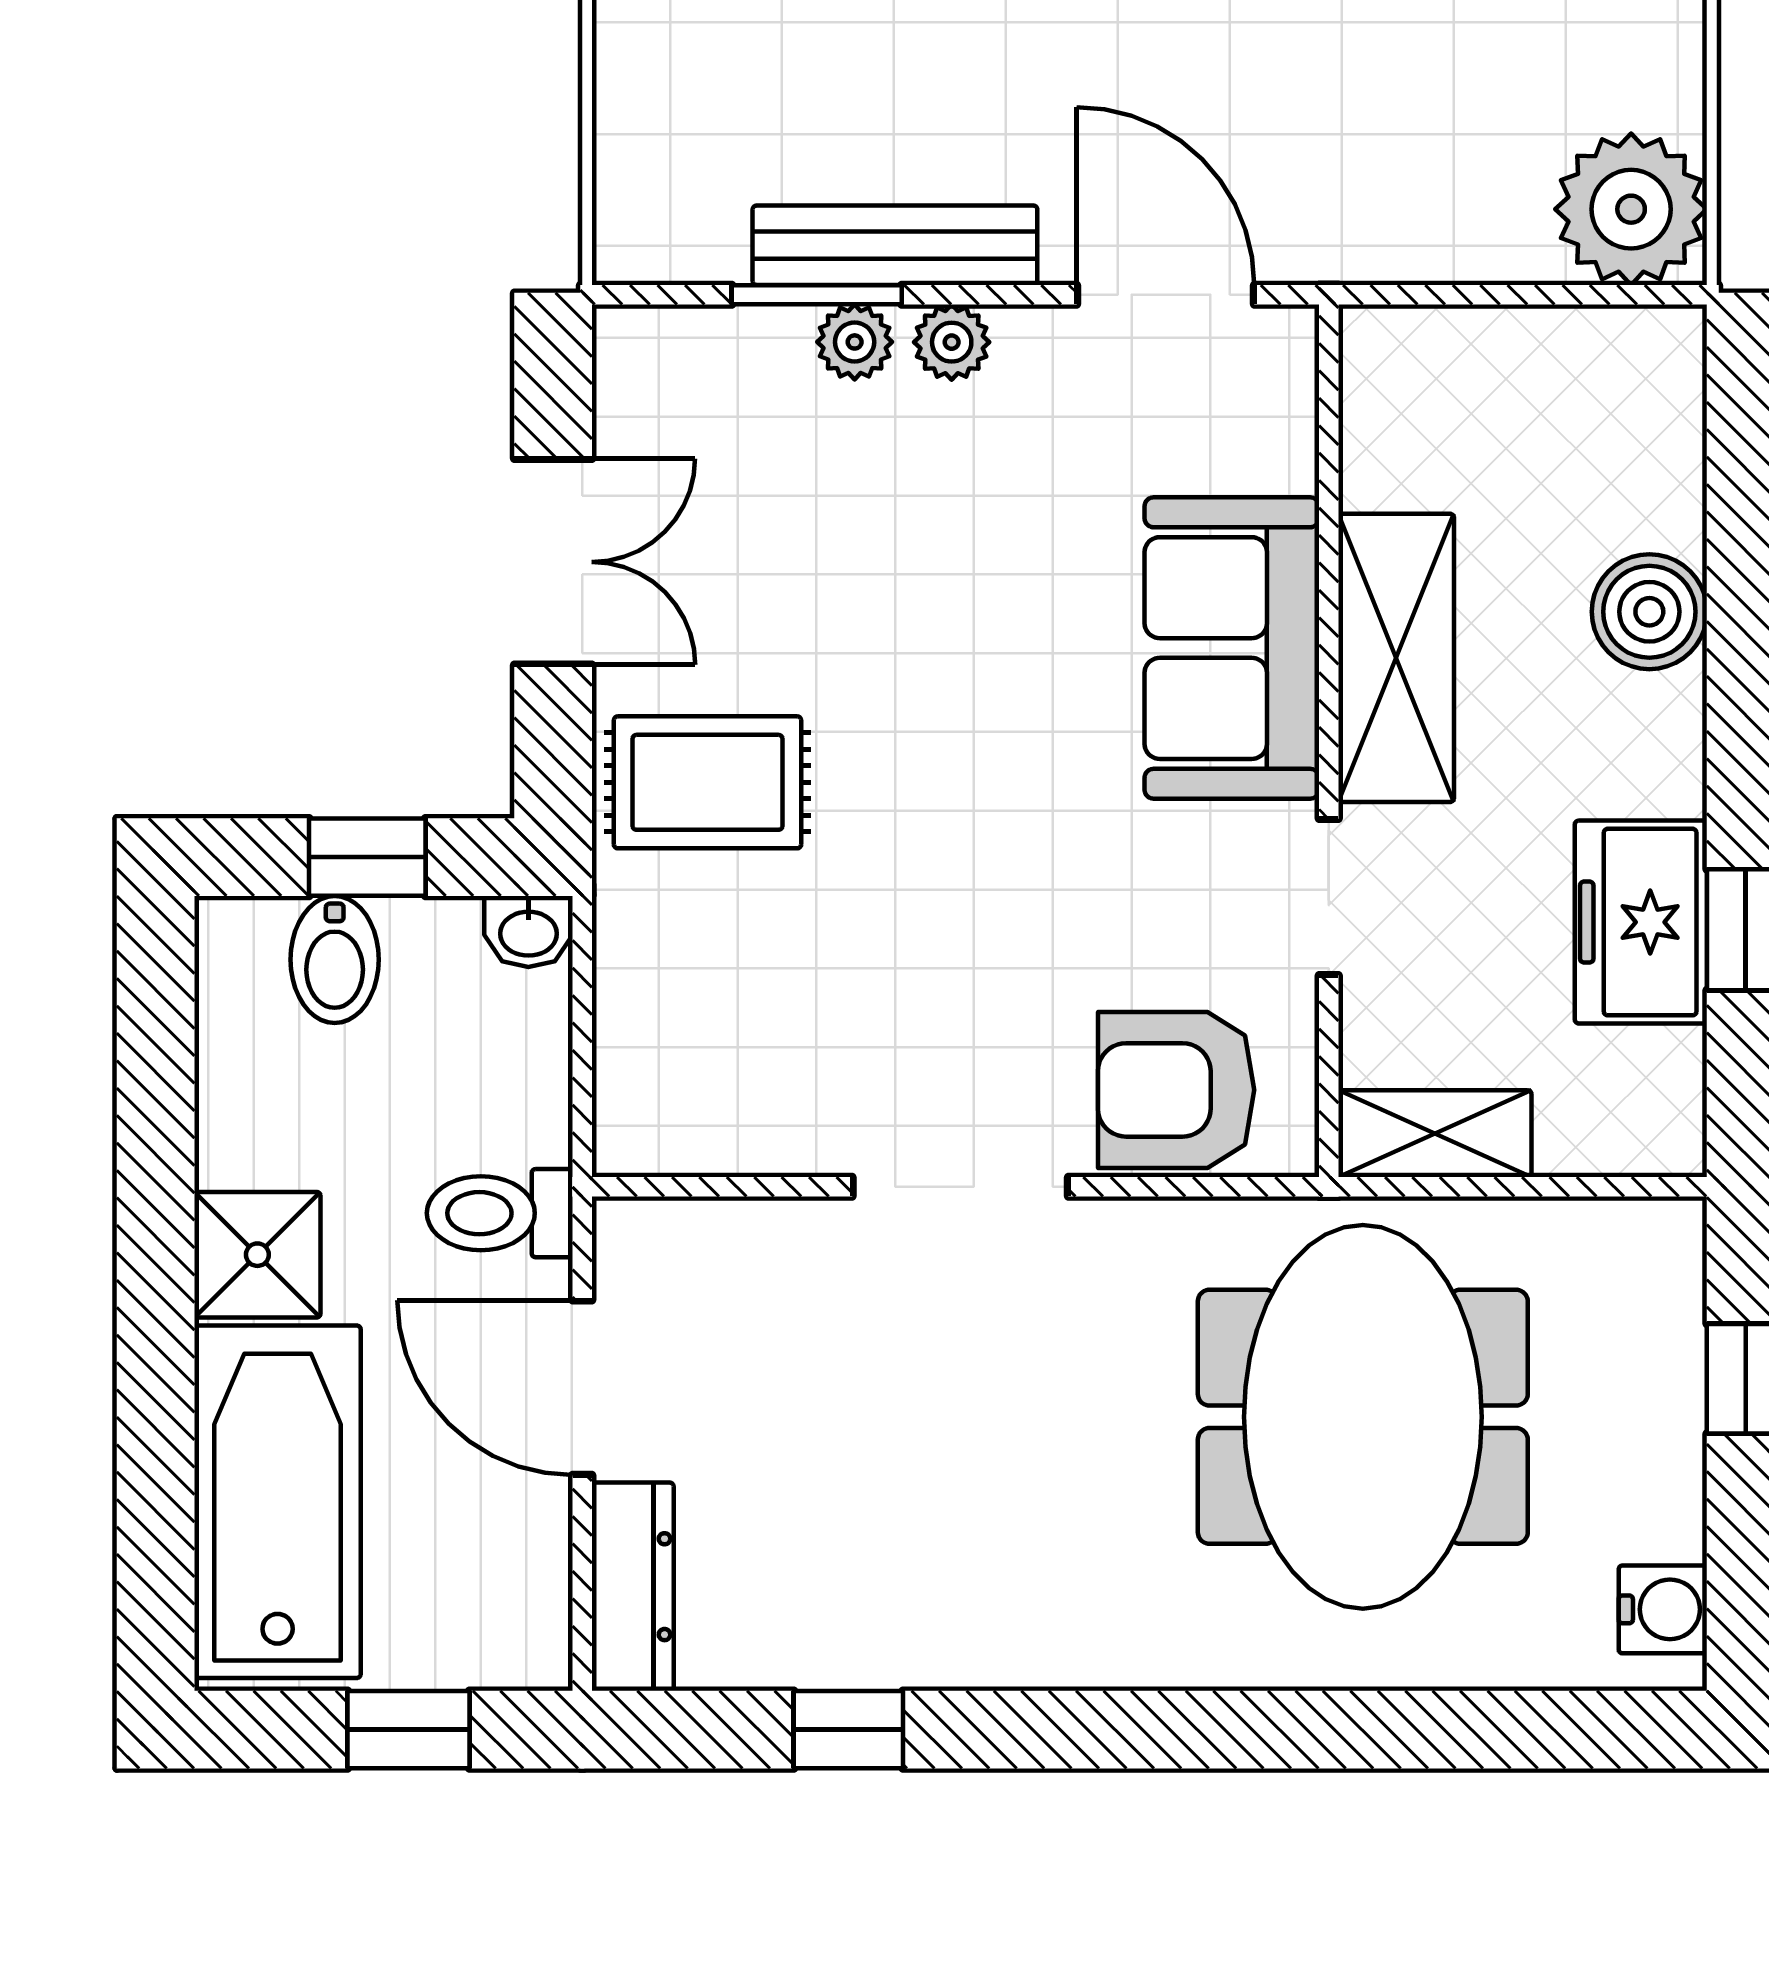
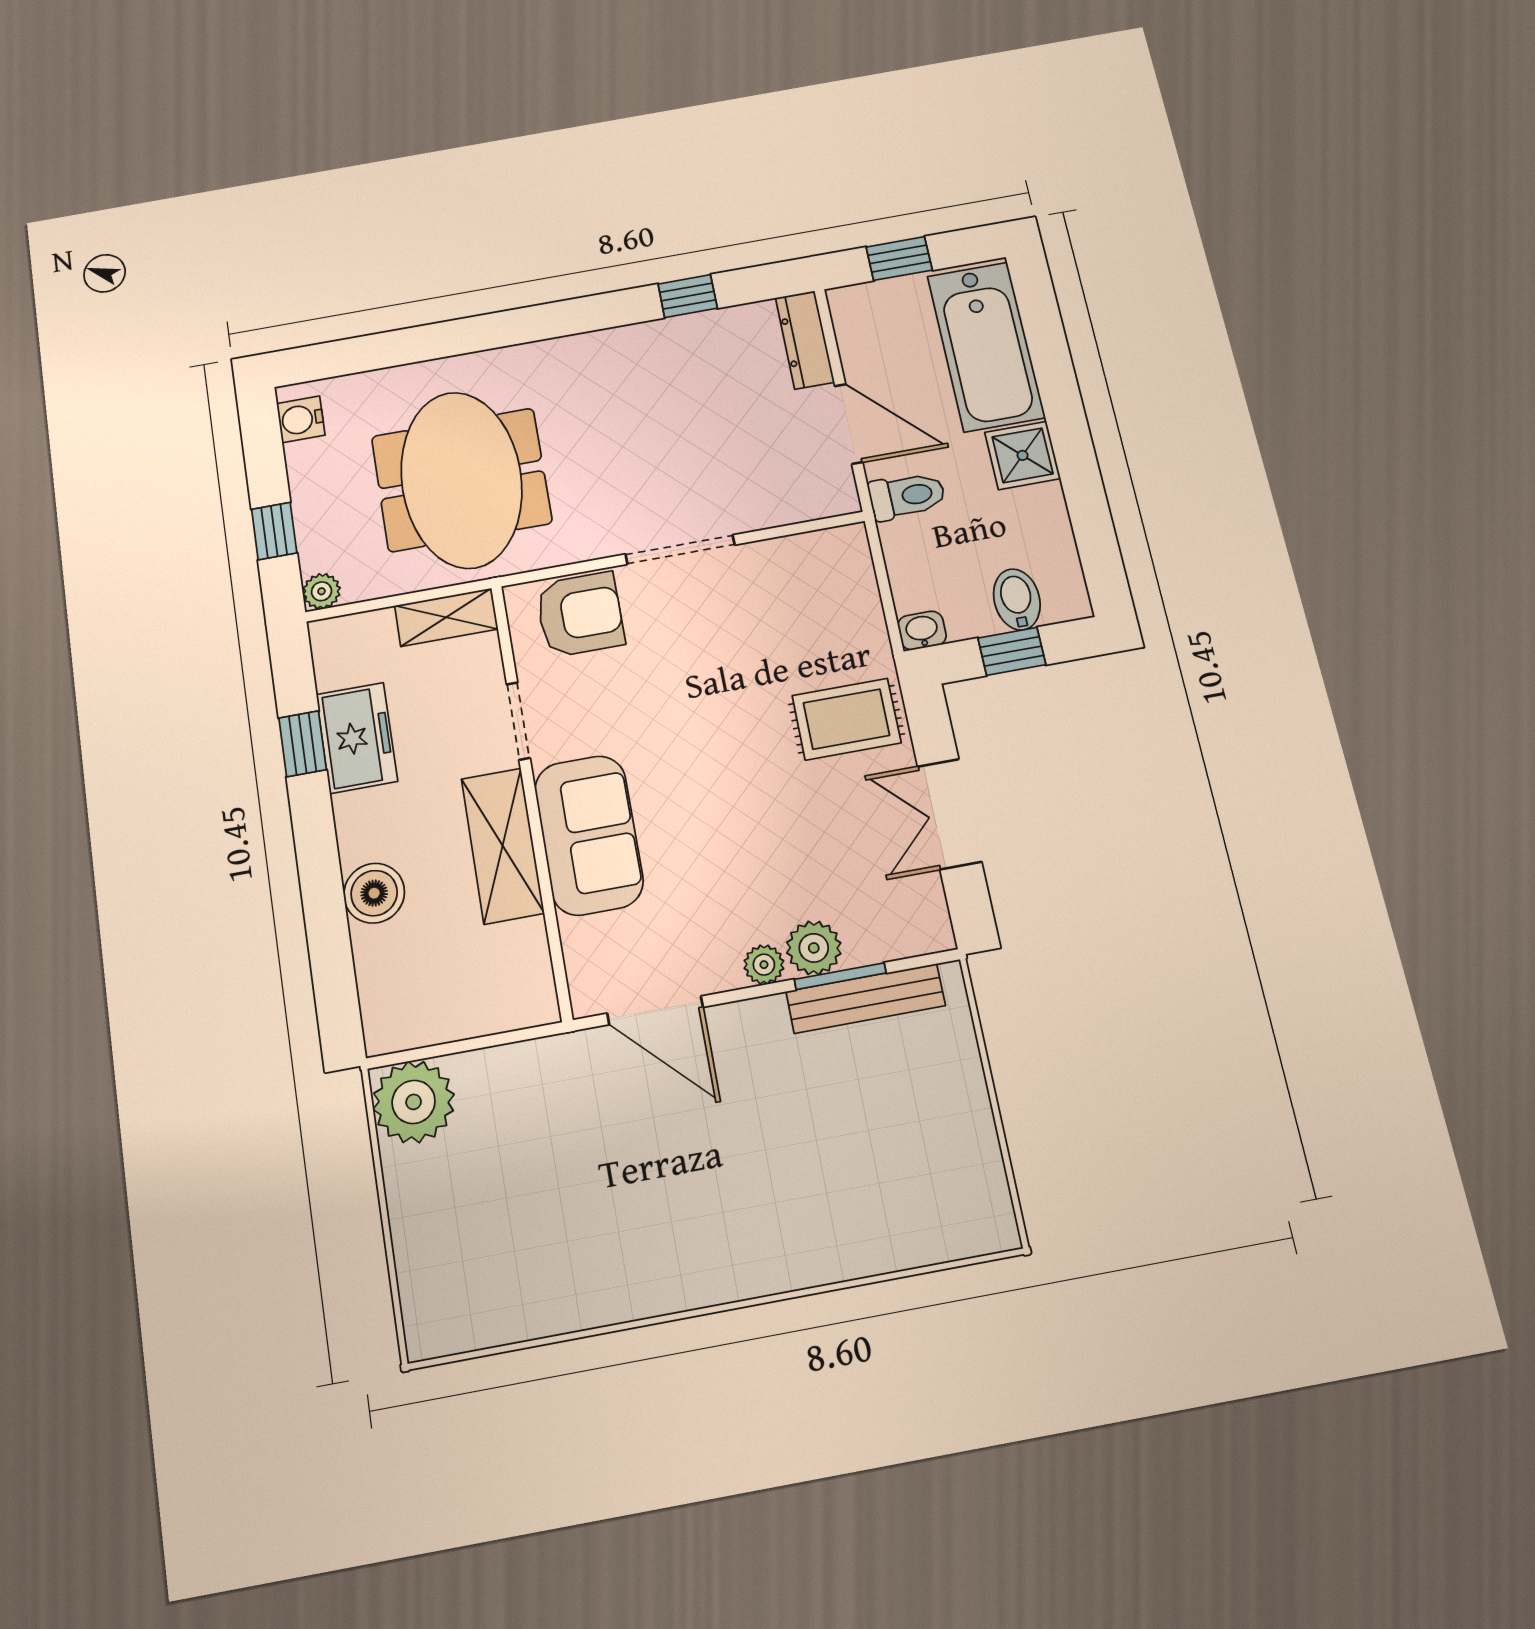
bench: (895, 245) -> (866, 998), moved
plant: (855, 342) -> (814, 948), width x1.38, depth x1.38
plant: (1669, 1234) -> (322, 591), added

